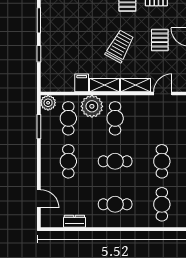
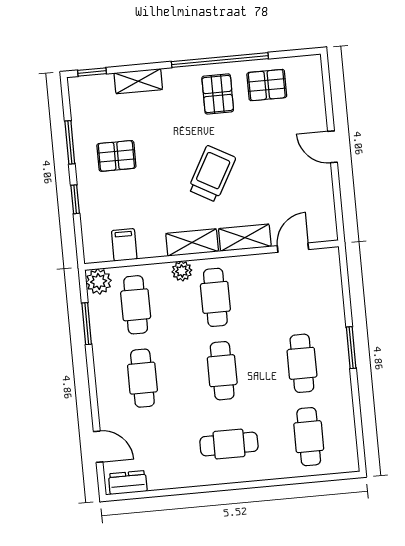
pallet: (160, 40) -> (116, 156), moved, turned 90
filing cabinet: (82, 83) -> (124, 245), moved
plant: (92, 106) -> (182, 271), width x0.53, depth x0.53
cafe table: (115, 161) -> (222, 371), turned 90
dresser: (74, 221) -> (128, 483), moved

